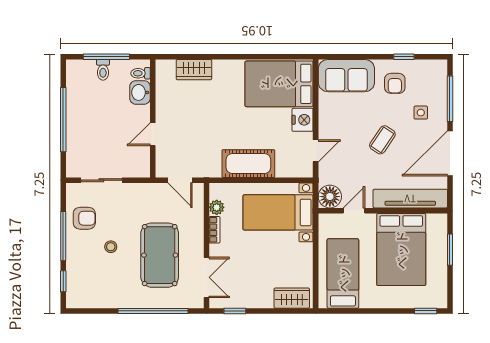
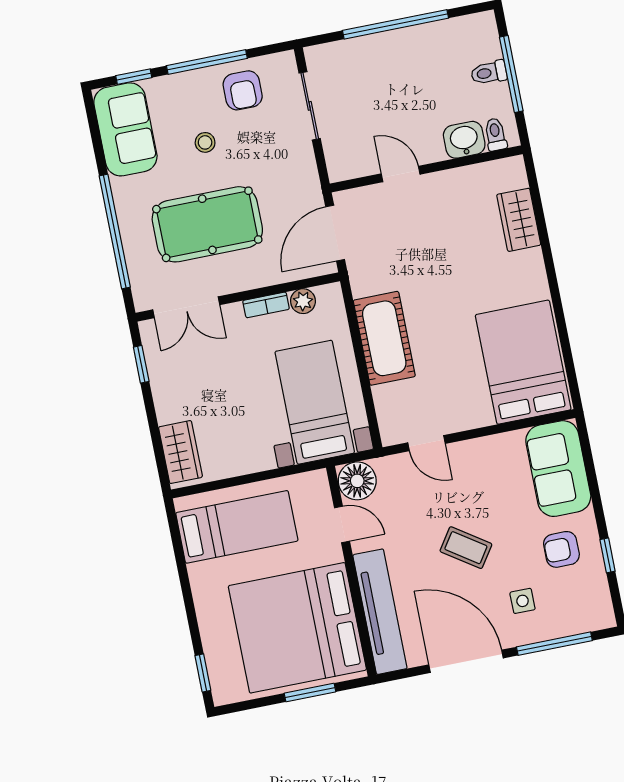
nightstand: (303, 120) -> (473, 412), removed
door: (180, 180) -> (335, 233), width x1.38
bed: (401, 250) -> (297, 628), width x1.36
sofa: (94, 292) -> (125, 129), added

